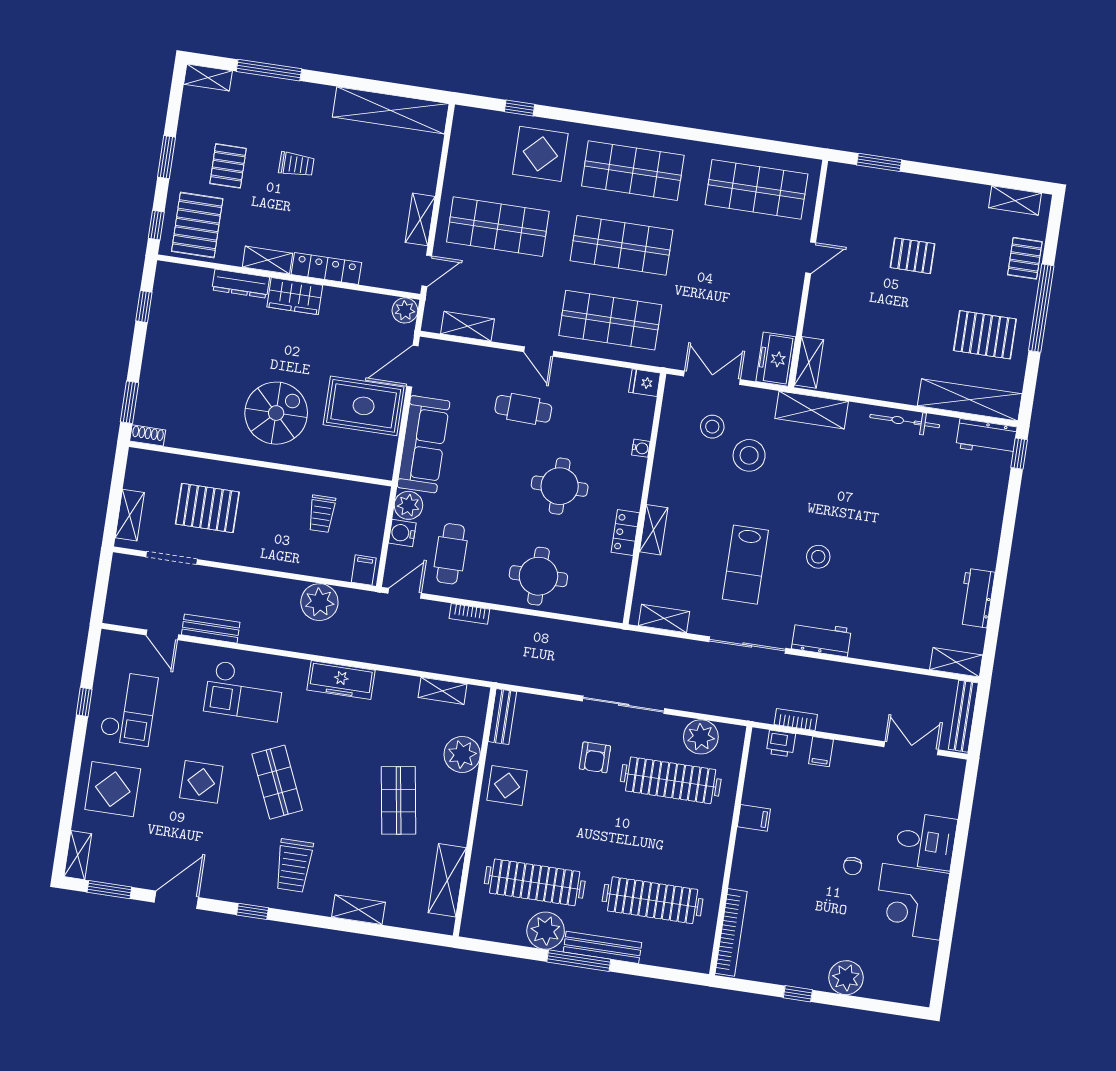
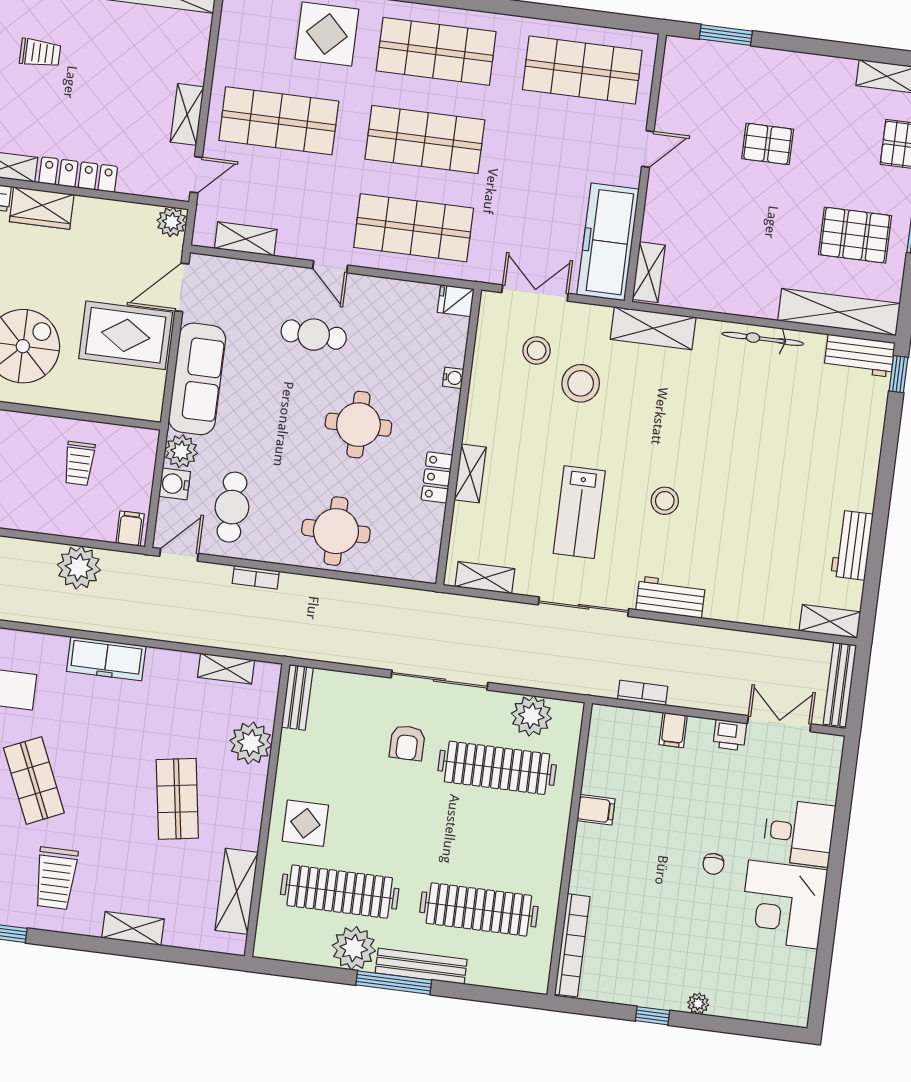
freezer: (776, 359) -> (608, 242), width x1.91, depth x1.26
printer: (781, 744) -> (730, 735), moved
display table: (507, 785) -> (305, 823), moved
plant: (846, 978) -> (698, 1004), width x0.53, depth x0.53

